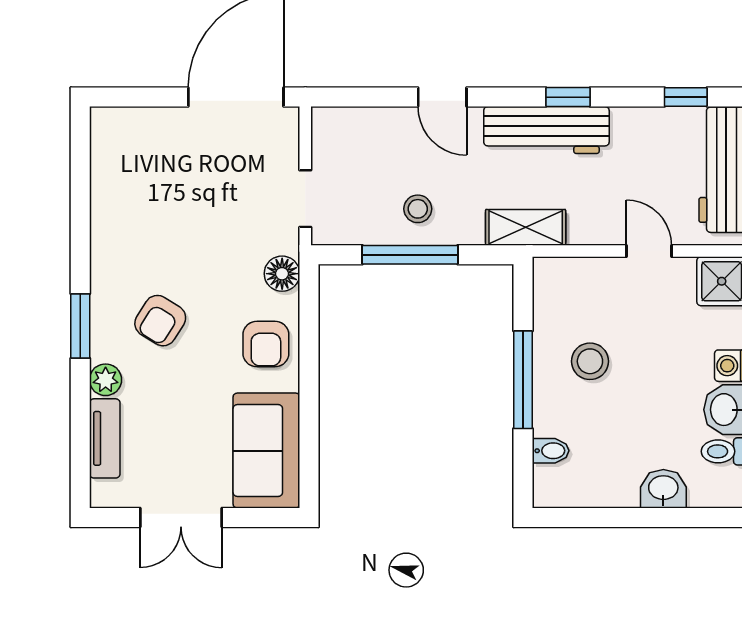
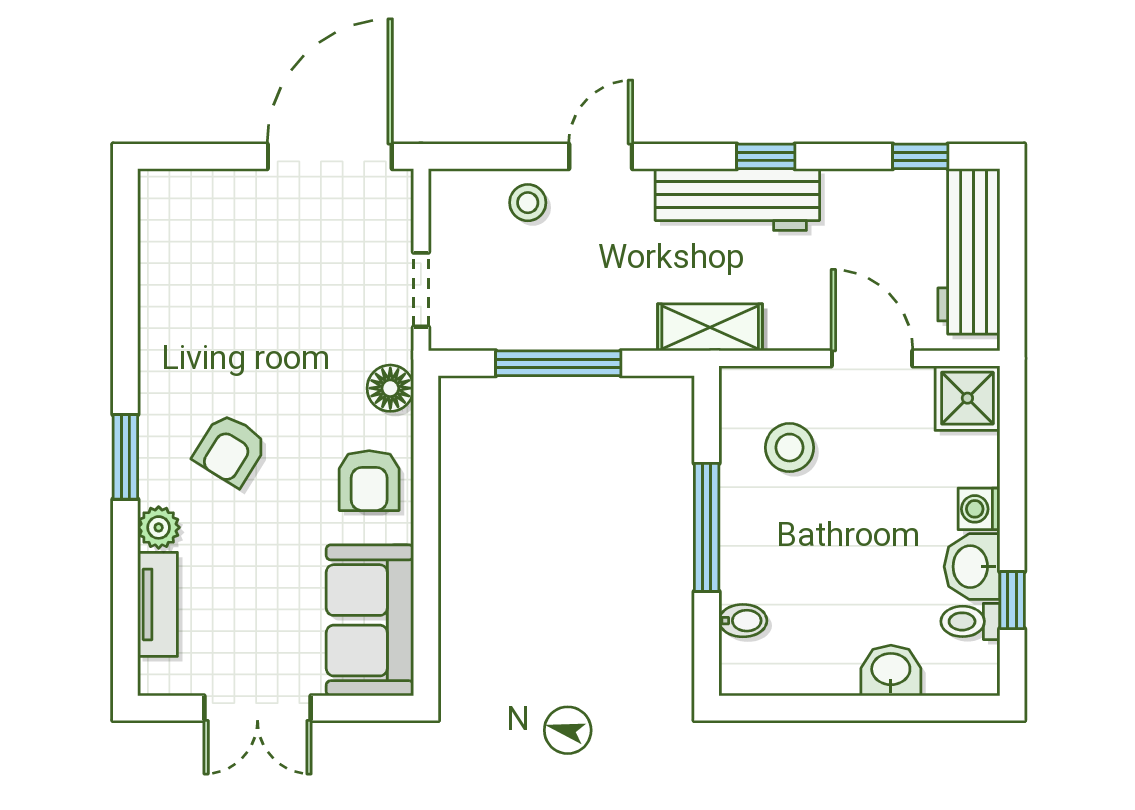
door: (442, 97) -> (601, 156), swing flipped
stool: (418, 209) -> (528, 203), moved
door: (649, 251) -> (872, 358), width x1.38
stool: (590, 361) -> (790, 448), moved

